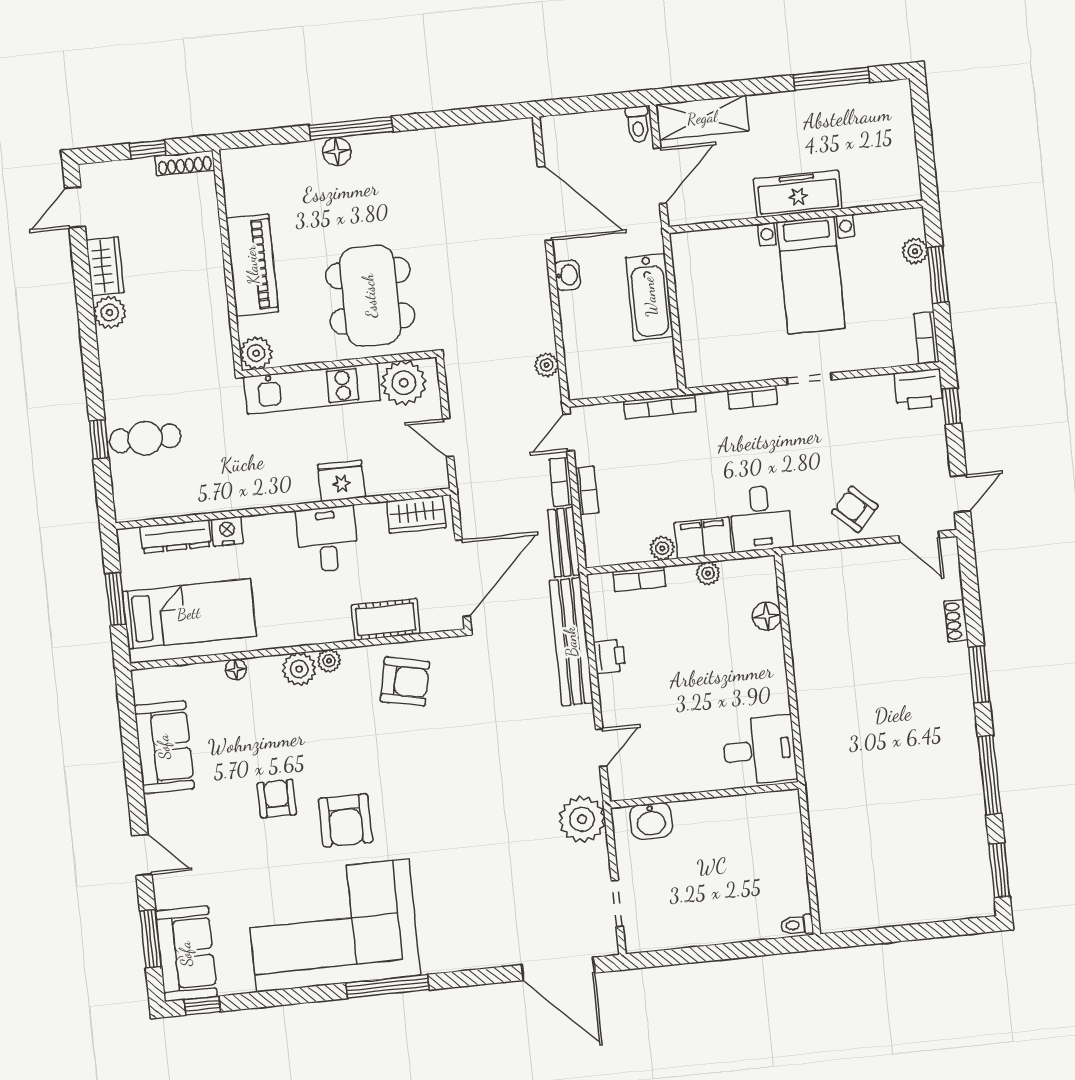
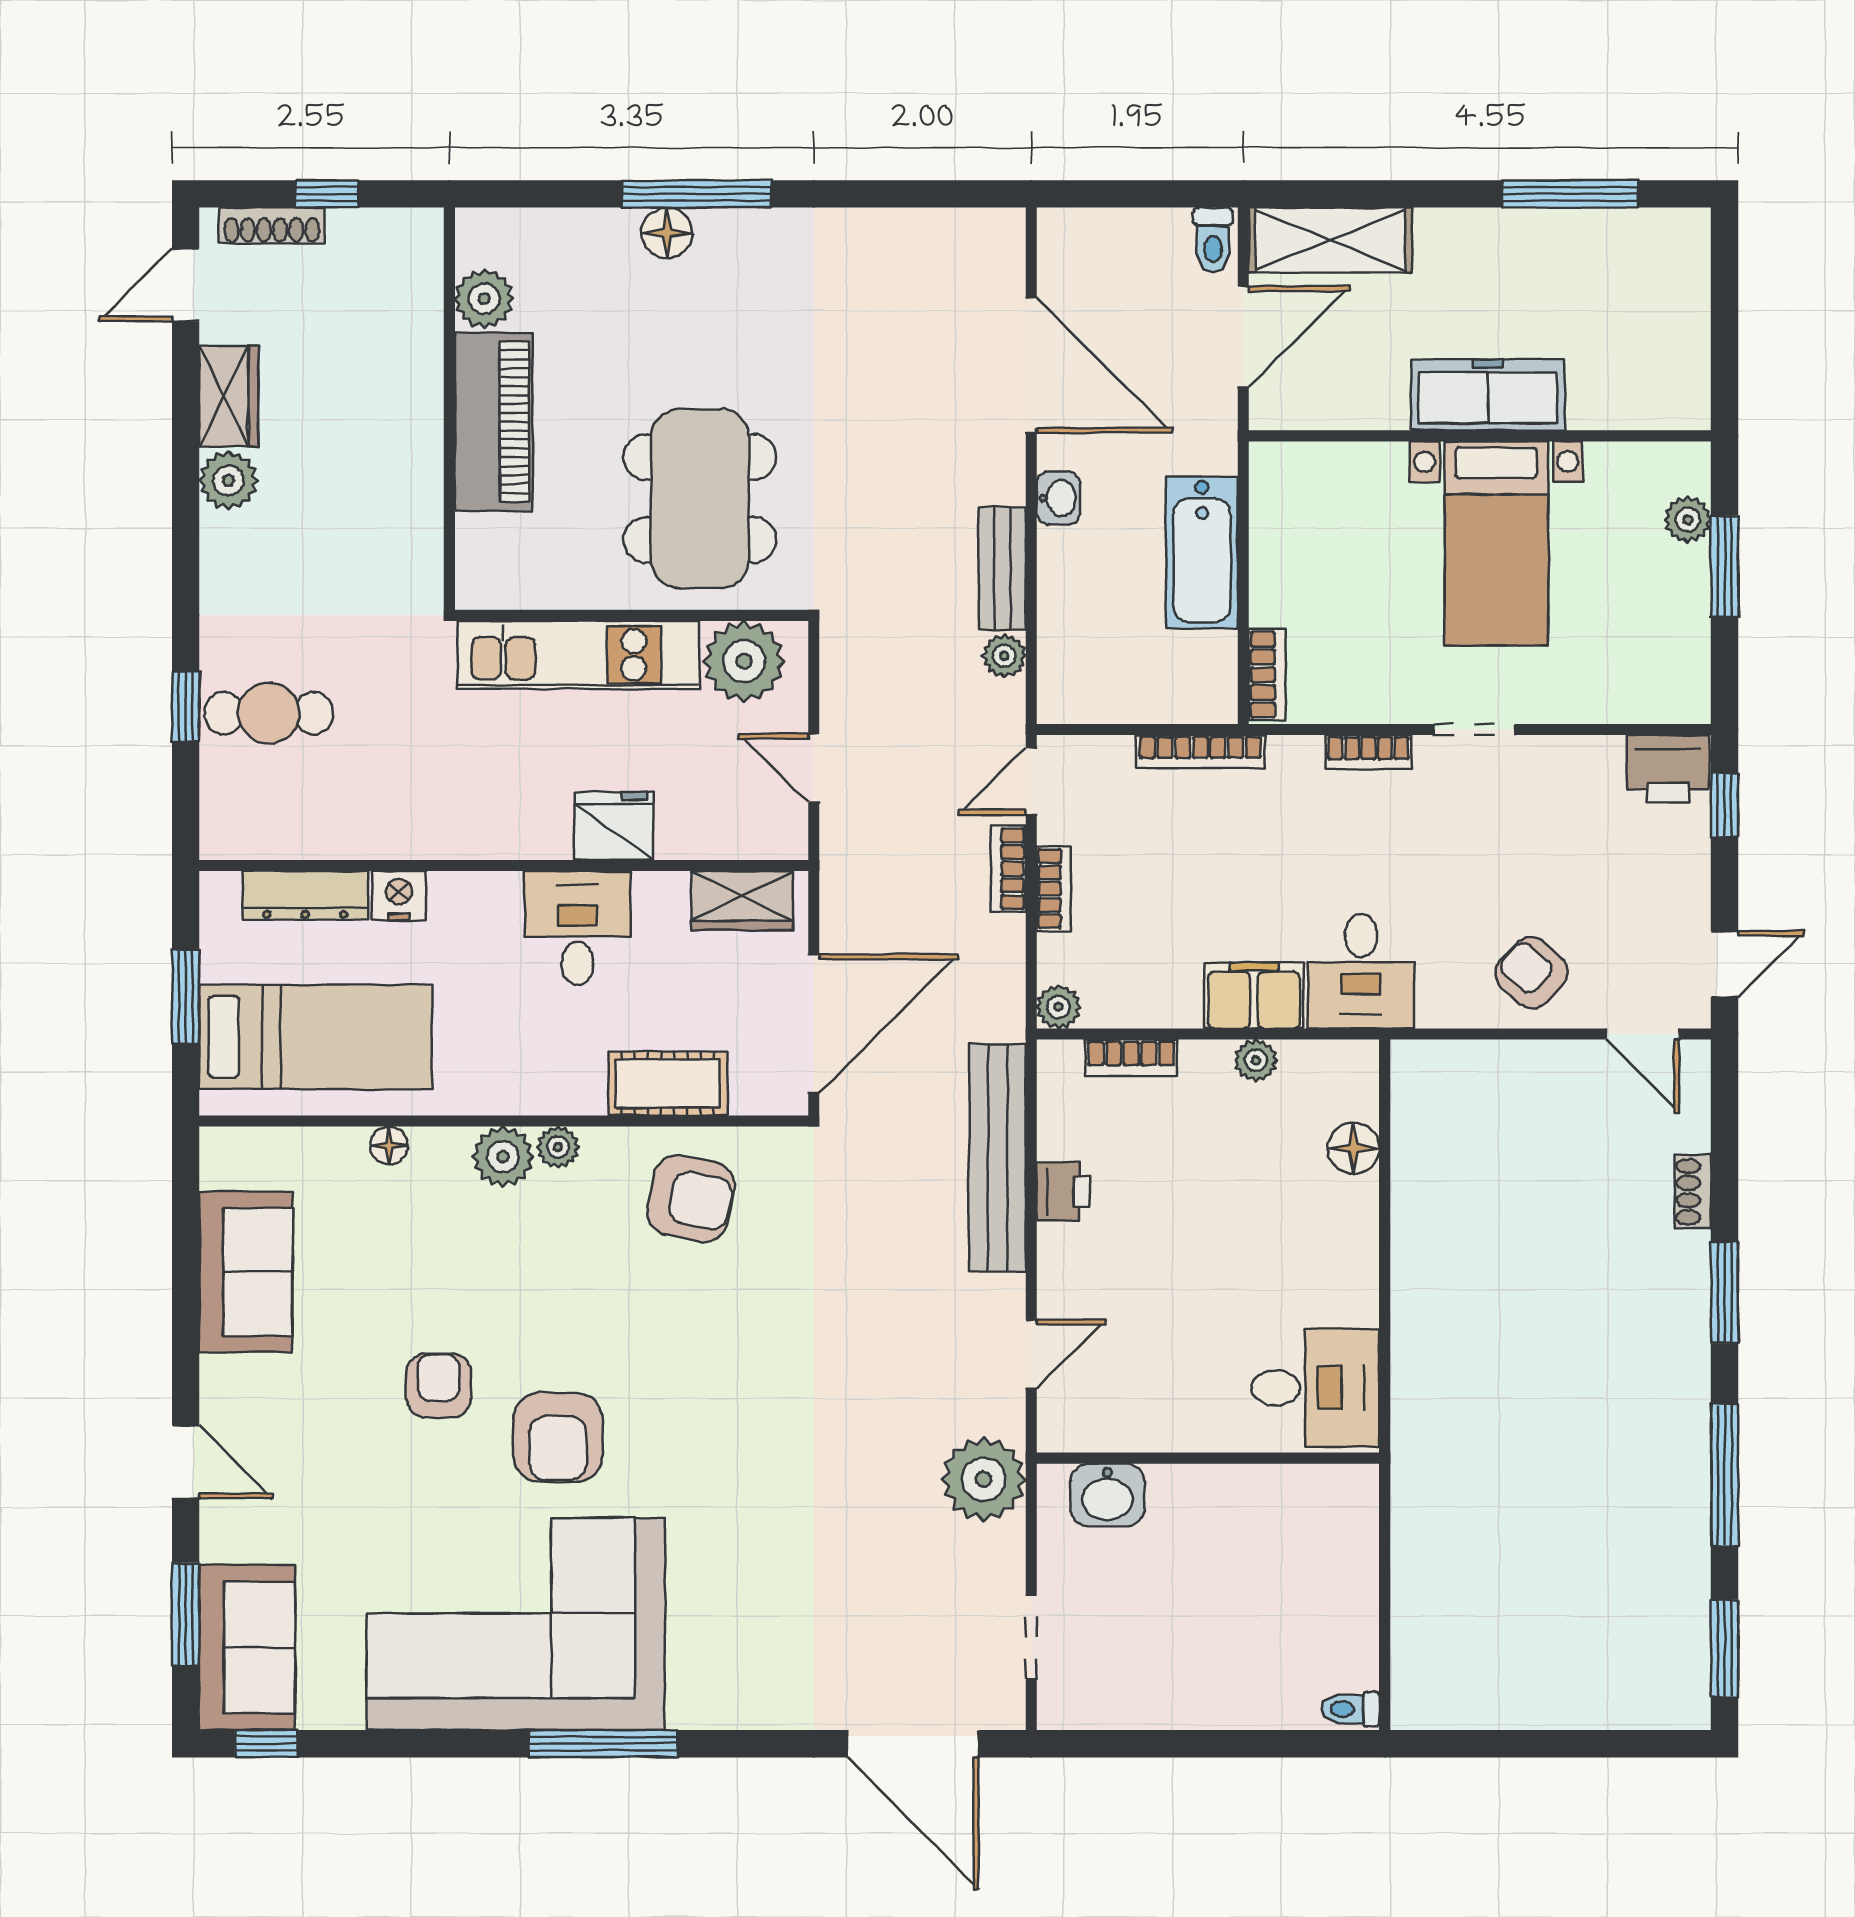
shoe rack: (185, 163) -> (272, 225), moved
bookcase: (927, 338) -> (1267, 675), moved, turned 180
plant: (256, 353) -> (484, 299), moved
bench: (564, 542) -> (1002, 568), moved
plant: (662, 548) -> (1058, 1007), moved

